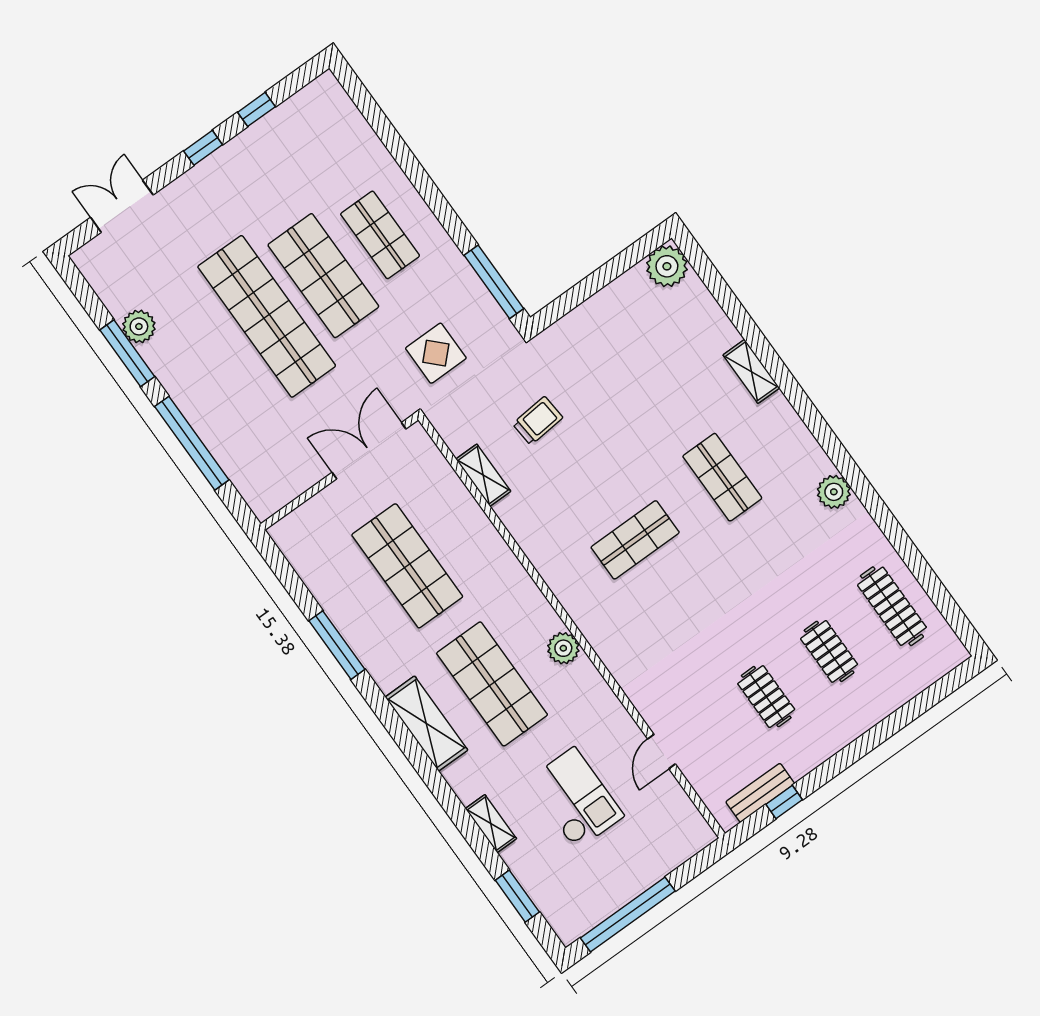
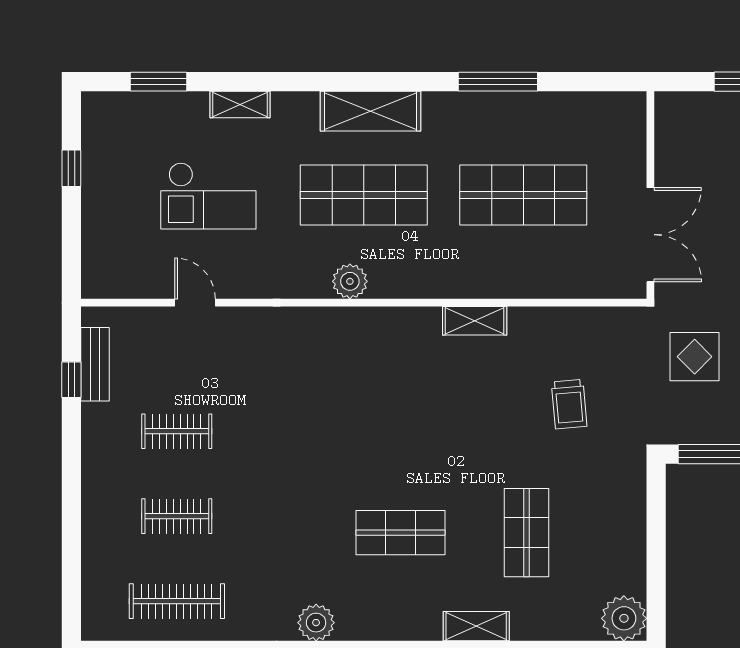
shelving: (483, 475) -> (475, 321), moved
shop shelf: (635, 540) -> (527, 533), moved
window: (628, 914) -> (71, 168), width x0.32

